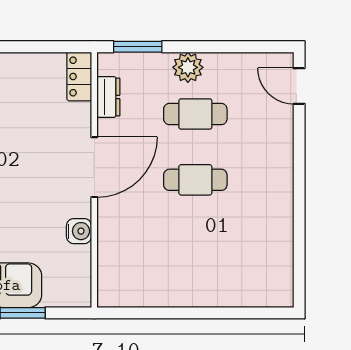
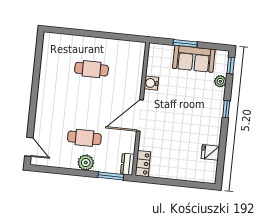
dresser: (108, 97) -> (127, 164), moved
cafe table: (195, 180) -> (91, 69), moved

